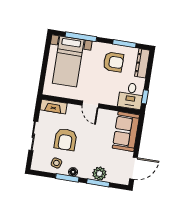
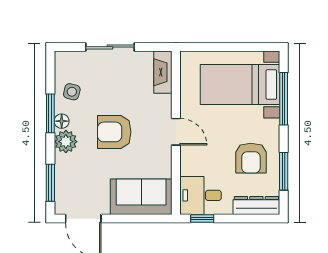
door: (90, 104) -> (176, 132), swing flipped
armchair: (65, 139) -> (114, 132), moved
plant: (99, 174) -> (66, 142), moved
window: (98, 183) -> (50, 183), moved

